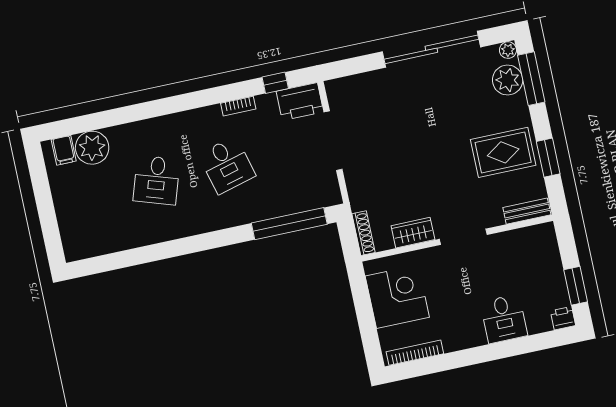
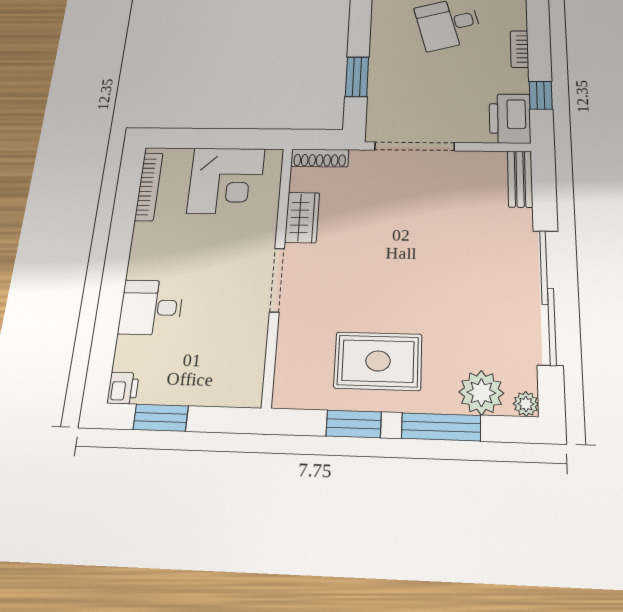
window: (531, 79) -> (441, 427), moved
doorway: (333, 141) -> (415, 146), moved
rug: (503, 152) -> (378, 361), turned 90
bench: (527, 211) -> (520, 179), moved
window: (289, 224) -> (357, 77), width x0.47

